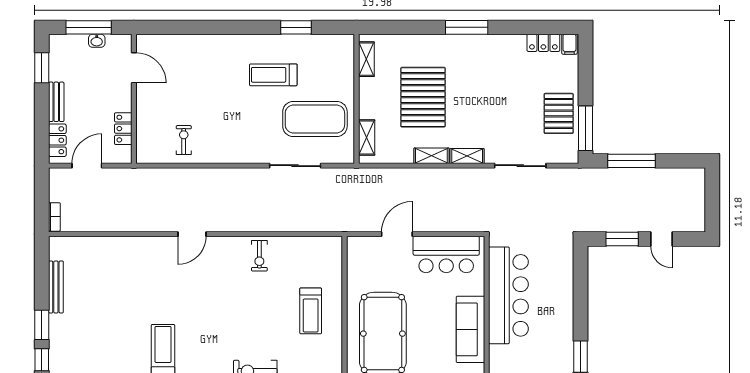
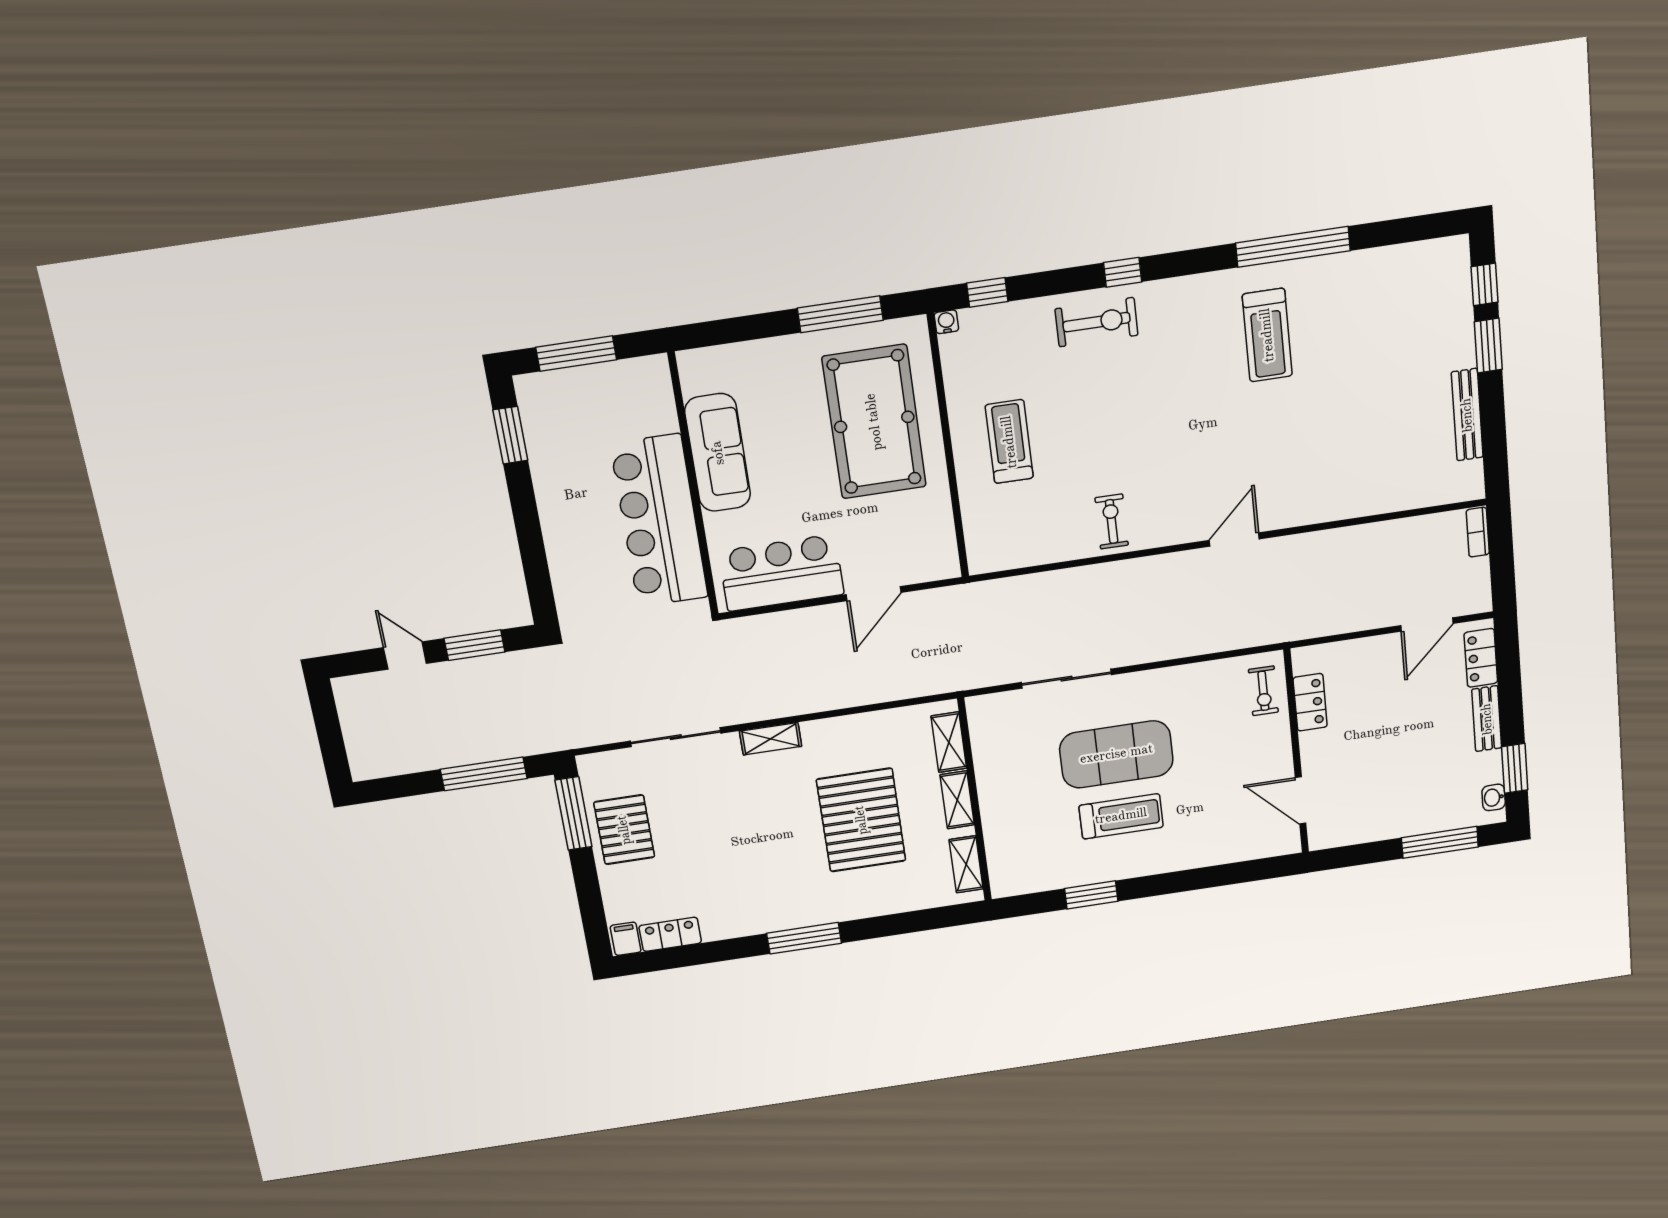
washbasin: (97, 41) -> (1494, 797), moved, turned -90
door: (134, 68) -> (1301, 800), moved
wall: (134, 99) -> (1296, 752), moved
exercise mat: (315, 119) -> (1116, 754), moved
locker: (123, 129) -> (1310, 702), moved
shelving: (431, 156) -> (957, 800), moved, turned 90

